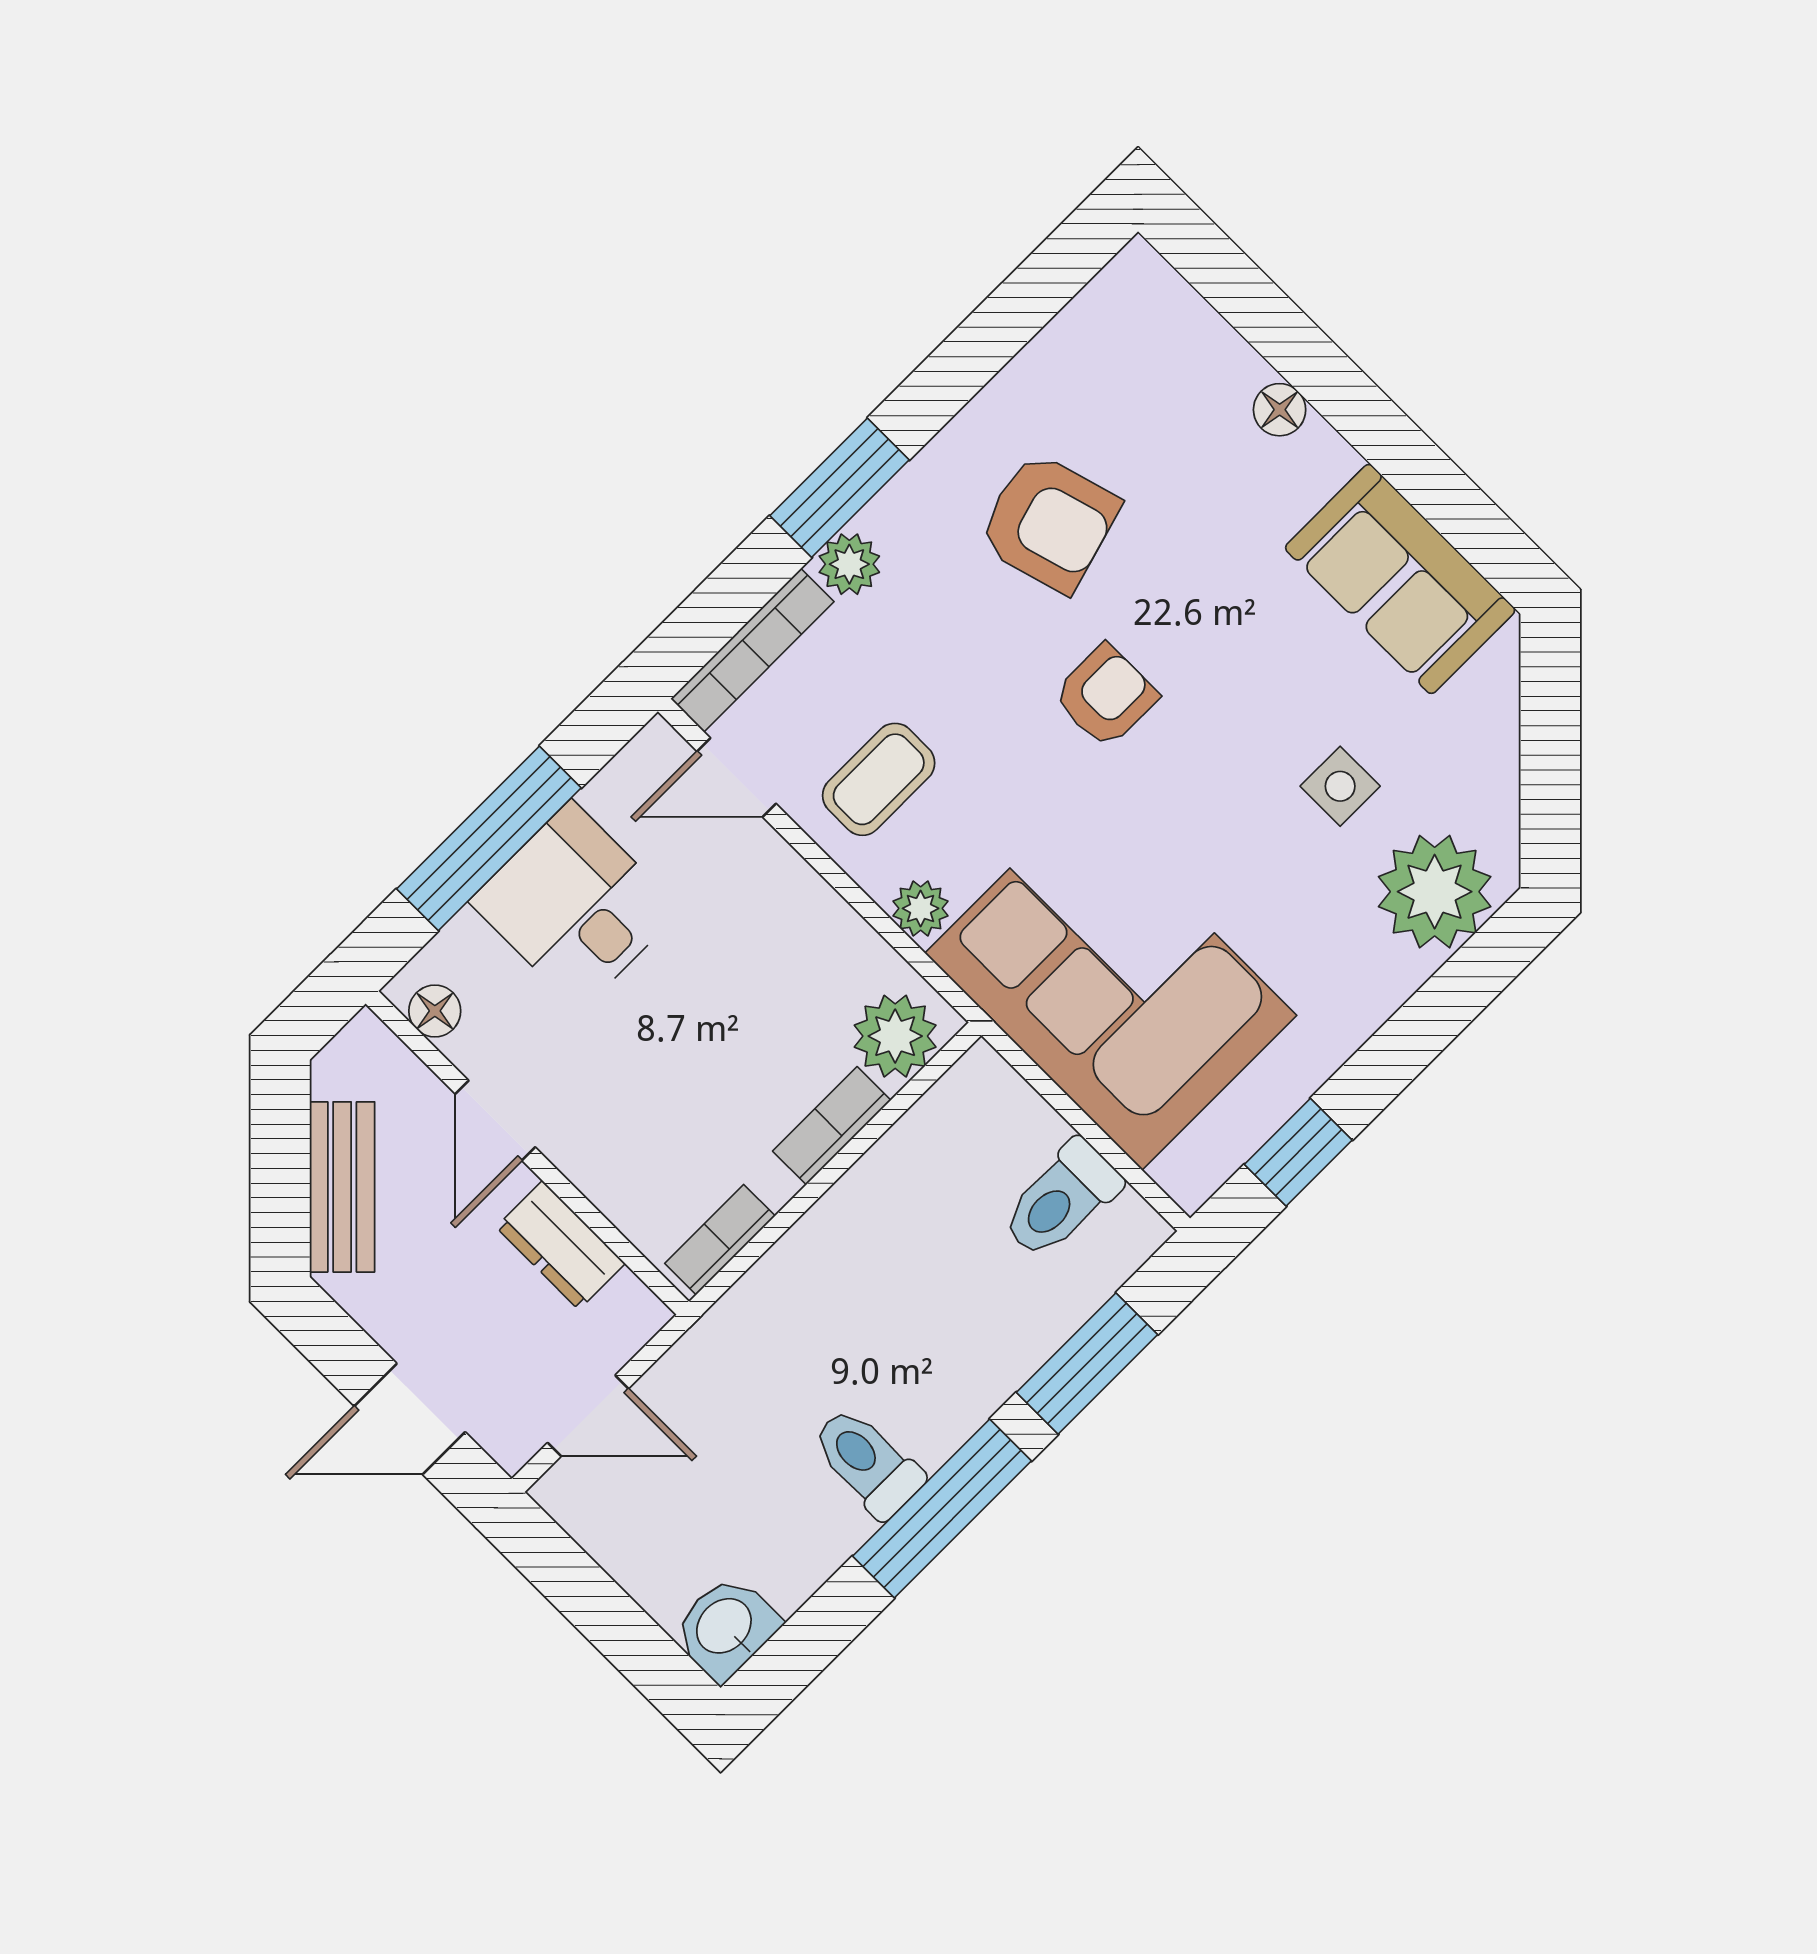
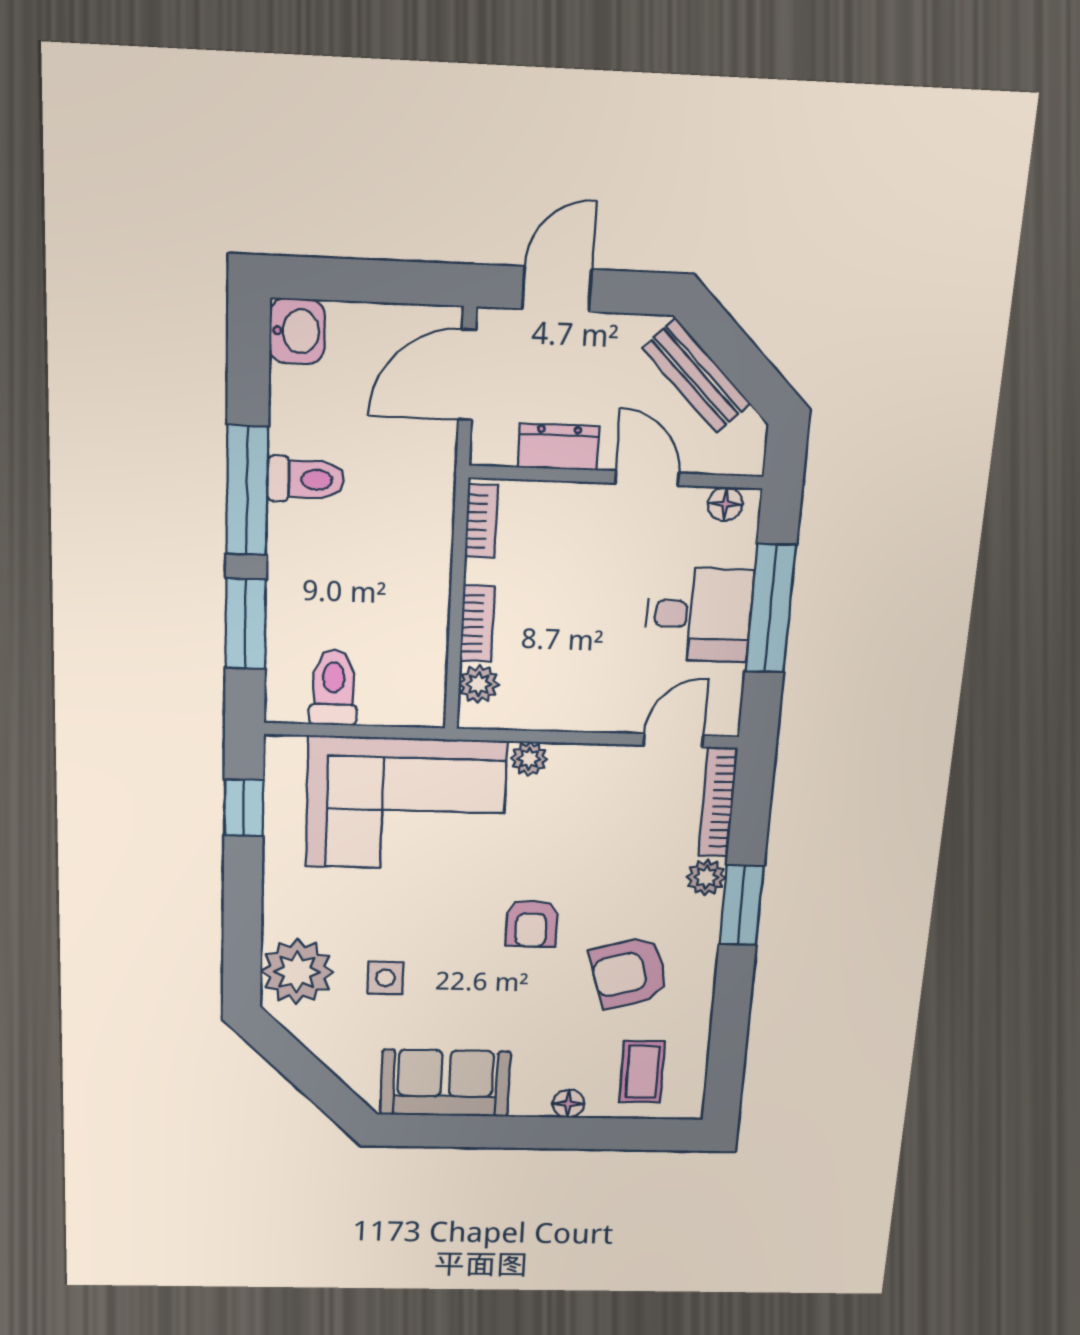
coffee table: (879, 779) -> (642, 1072), moved
plant: (895, 1036) -> (479, 684), width x0.73, depth x0.73
door: (588, 1416) -> (467, 375), width x1.38

